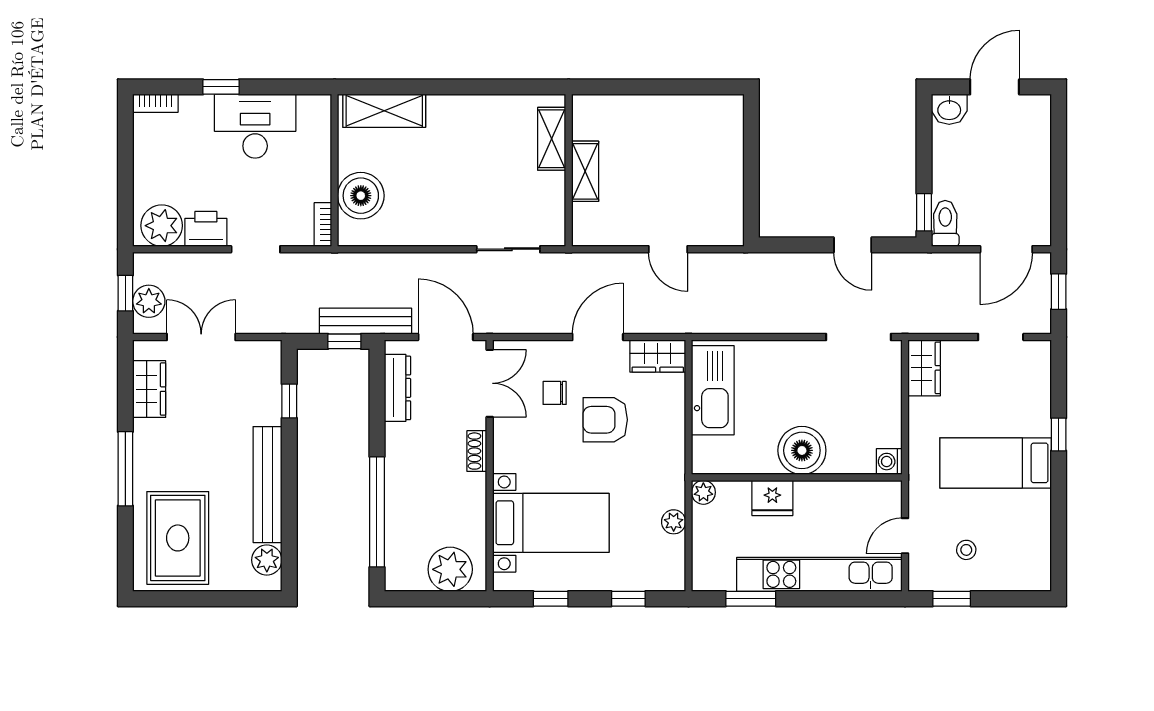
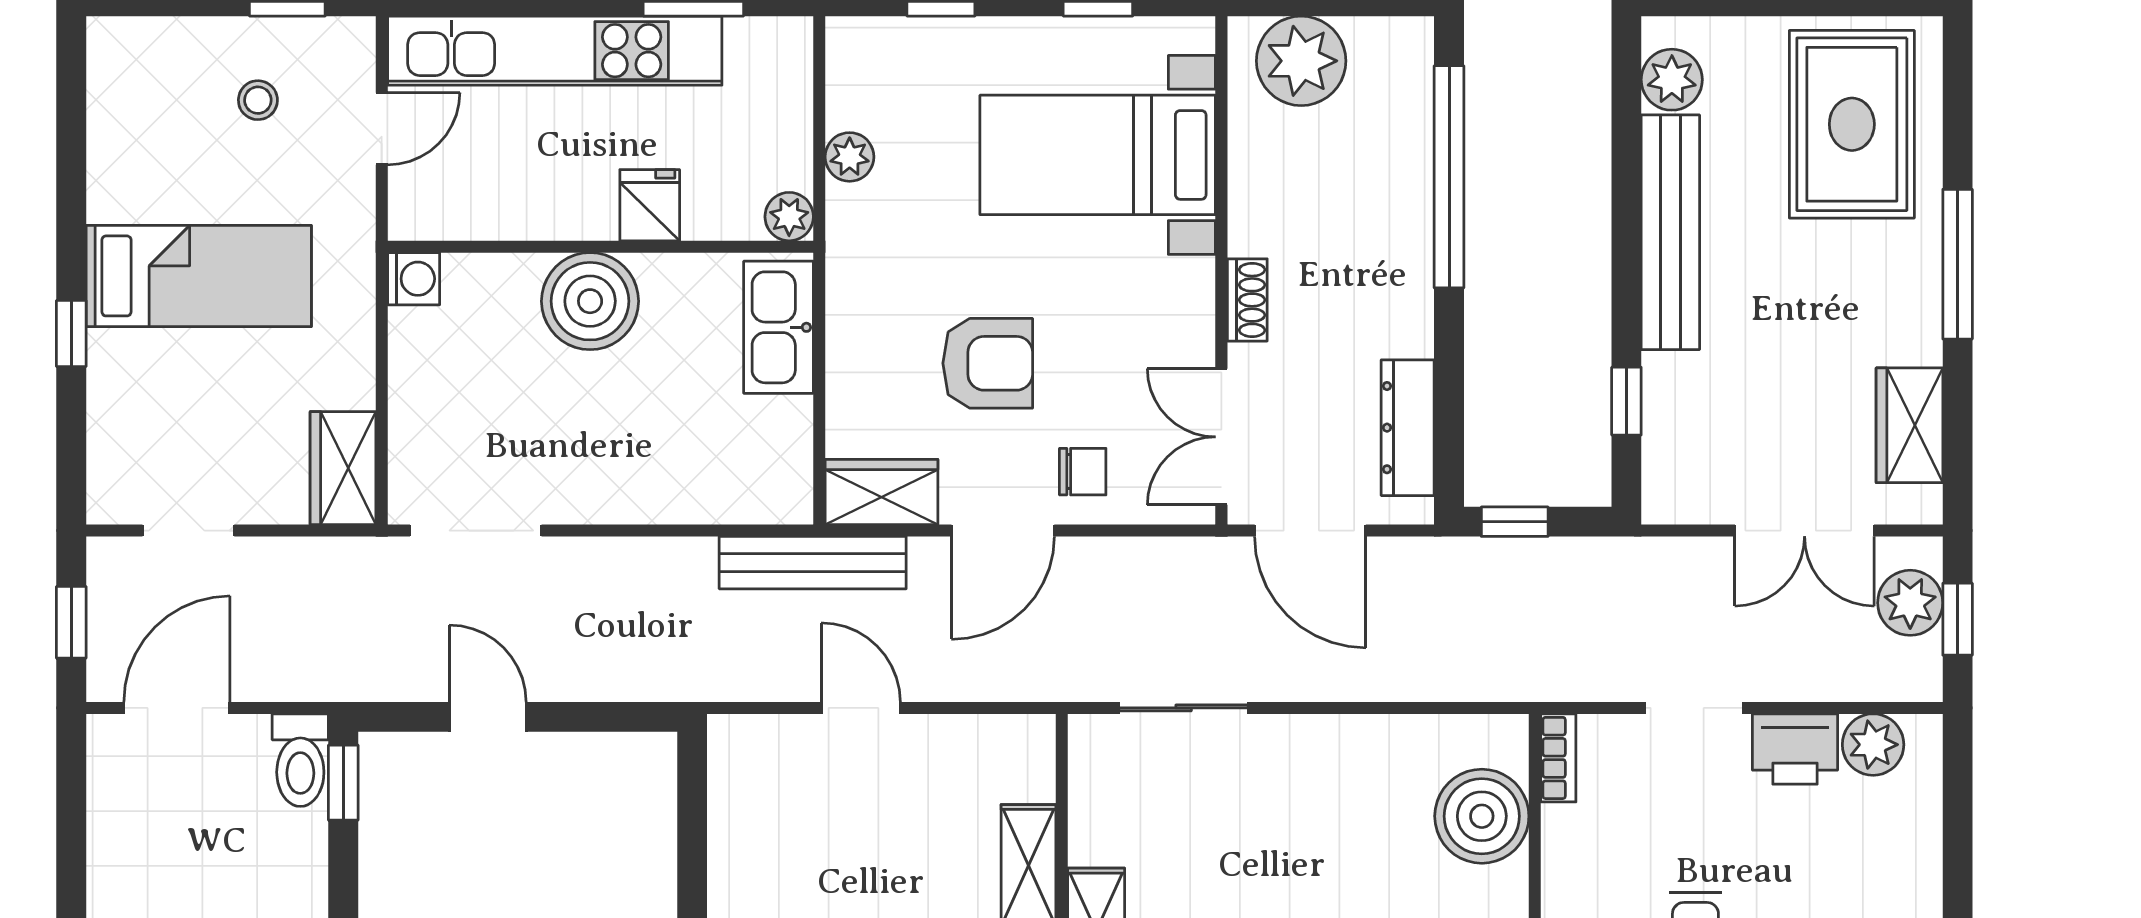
plant: (162, 226) -> (1873, 745), width x0.73, depth x0.73
bench: (365, 321) -> (813, 563), moved
kitchen sink: (713, 390) -> (779, 327), moved, width x0.73, depth x0.81
chair: (555, 393) -> (1083, 472), moved
fridge: (772, 498) -> (650, 205), width x0.72

